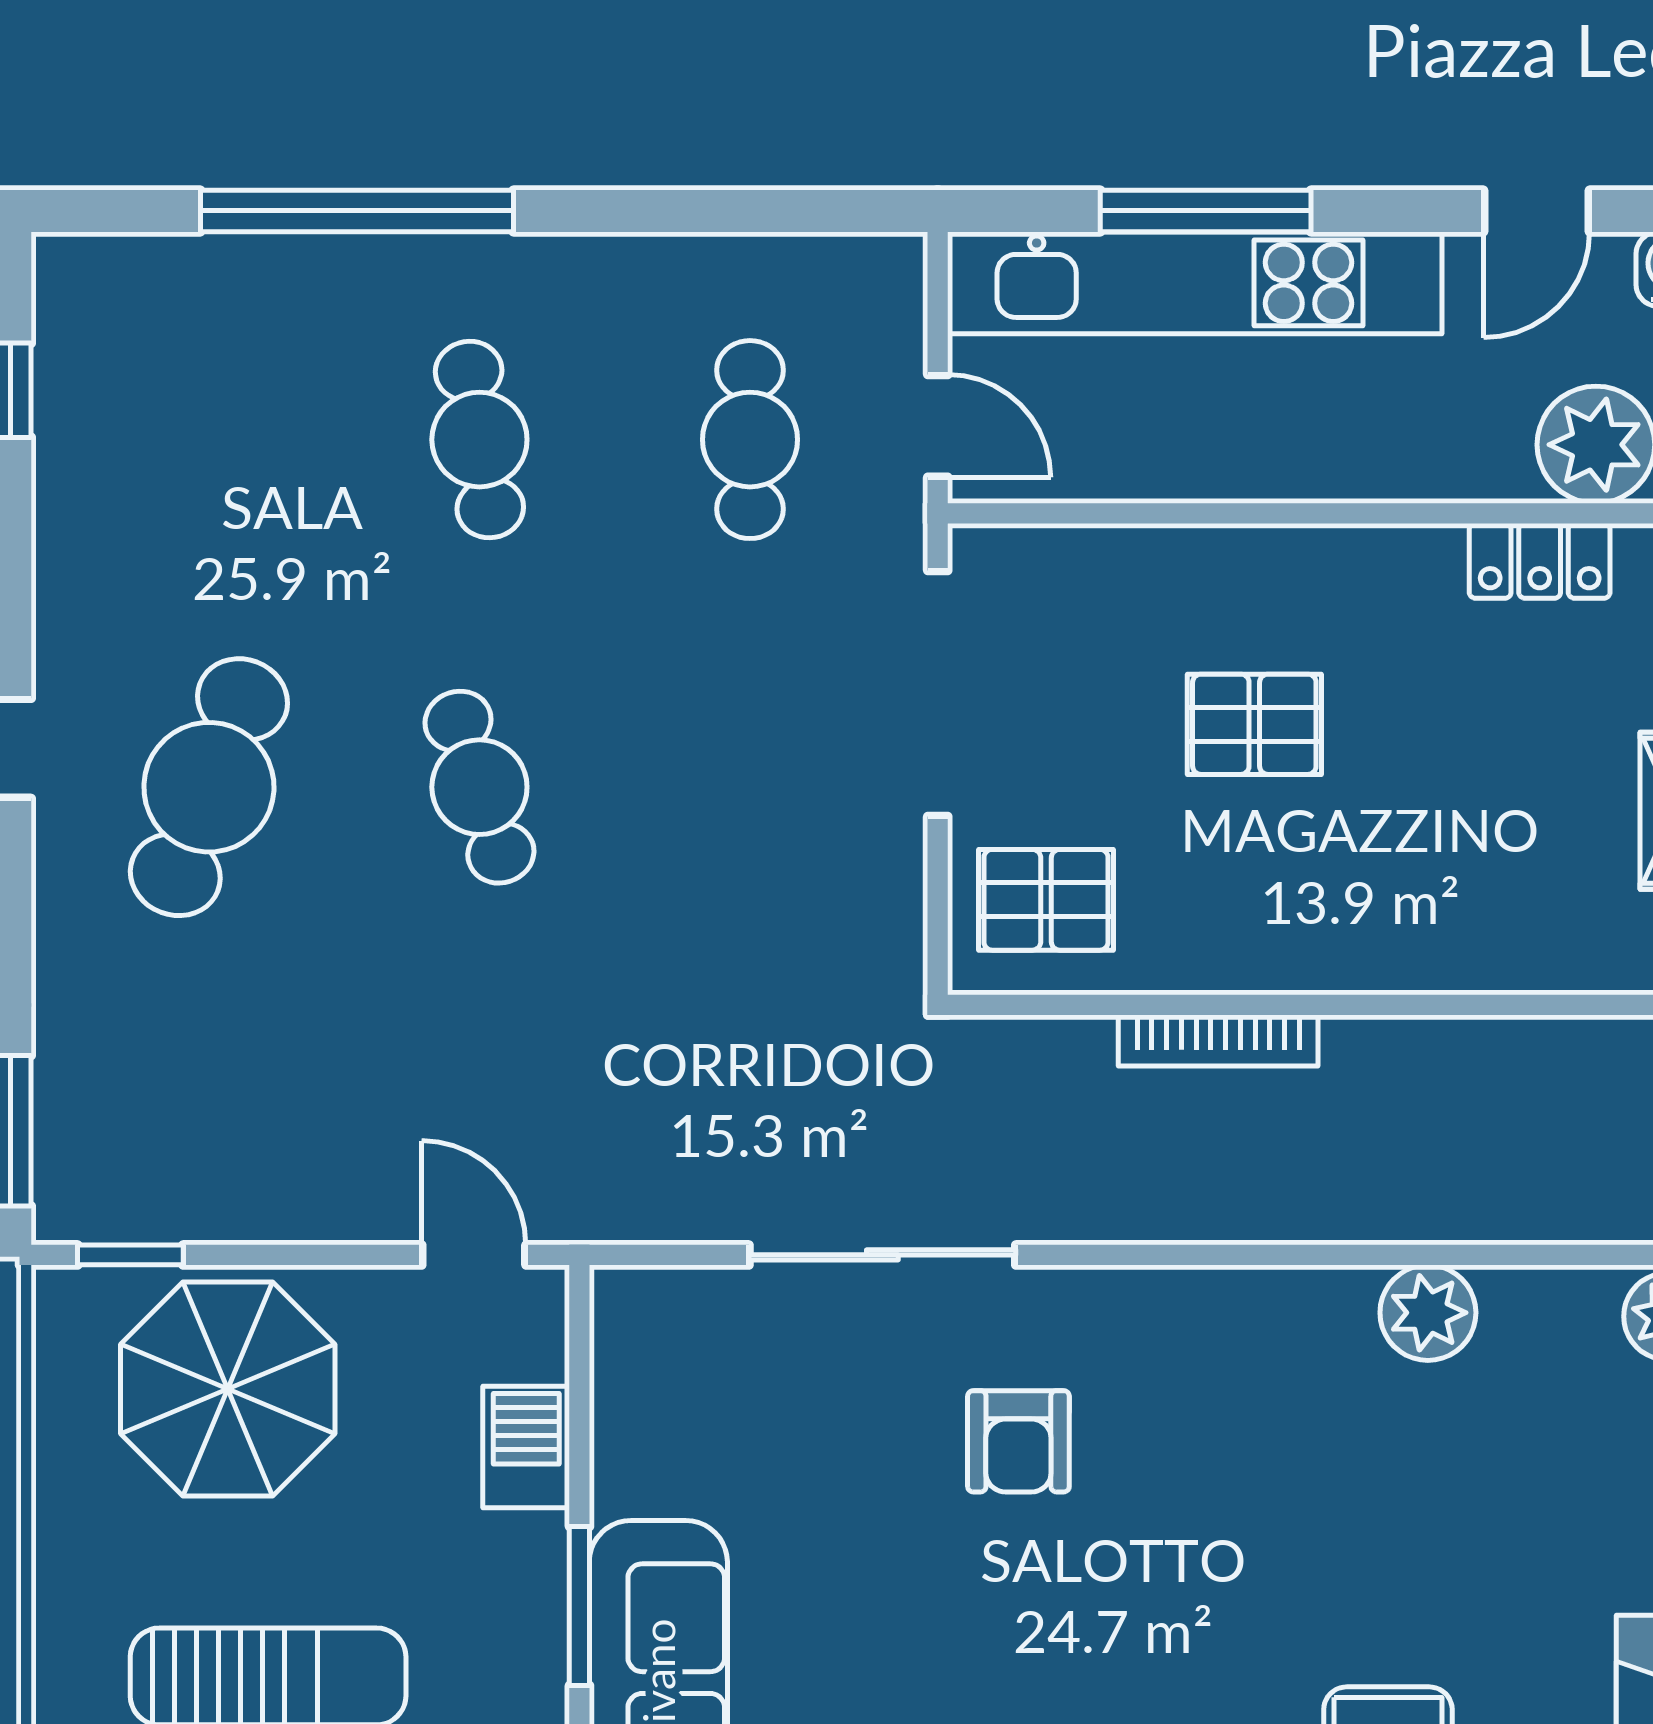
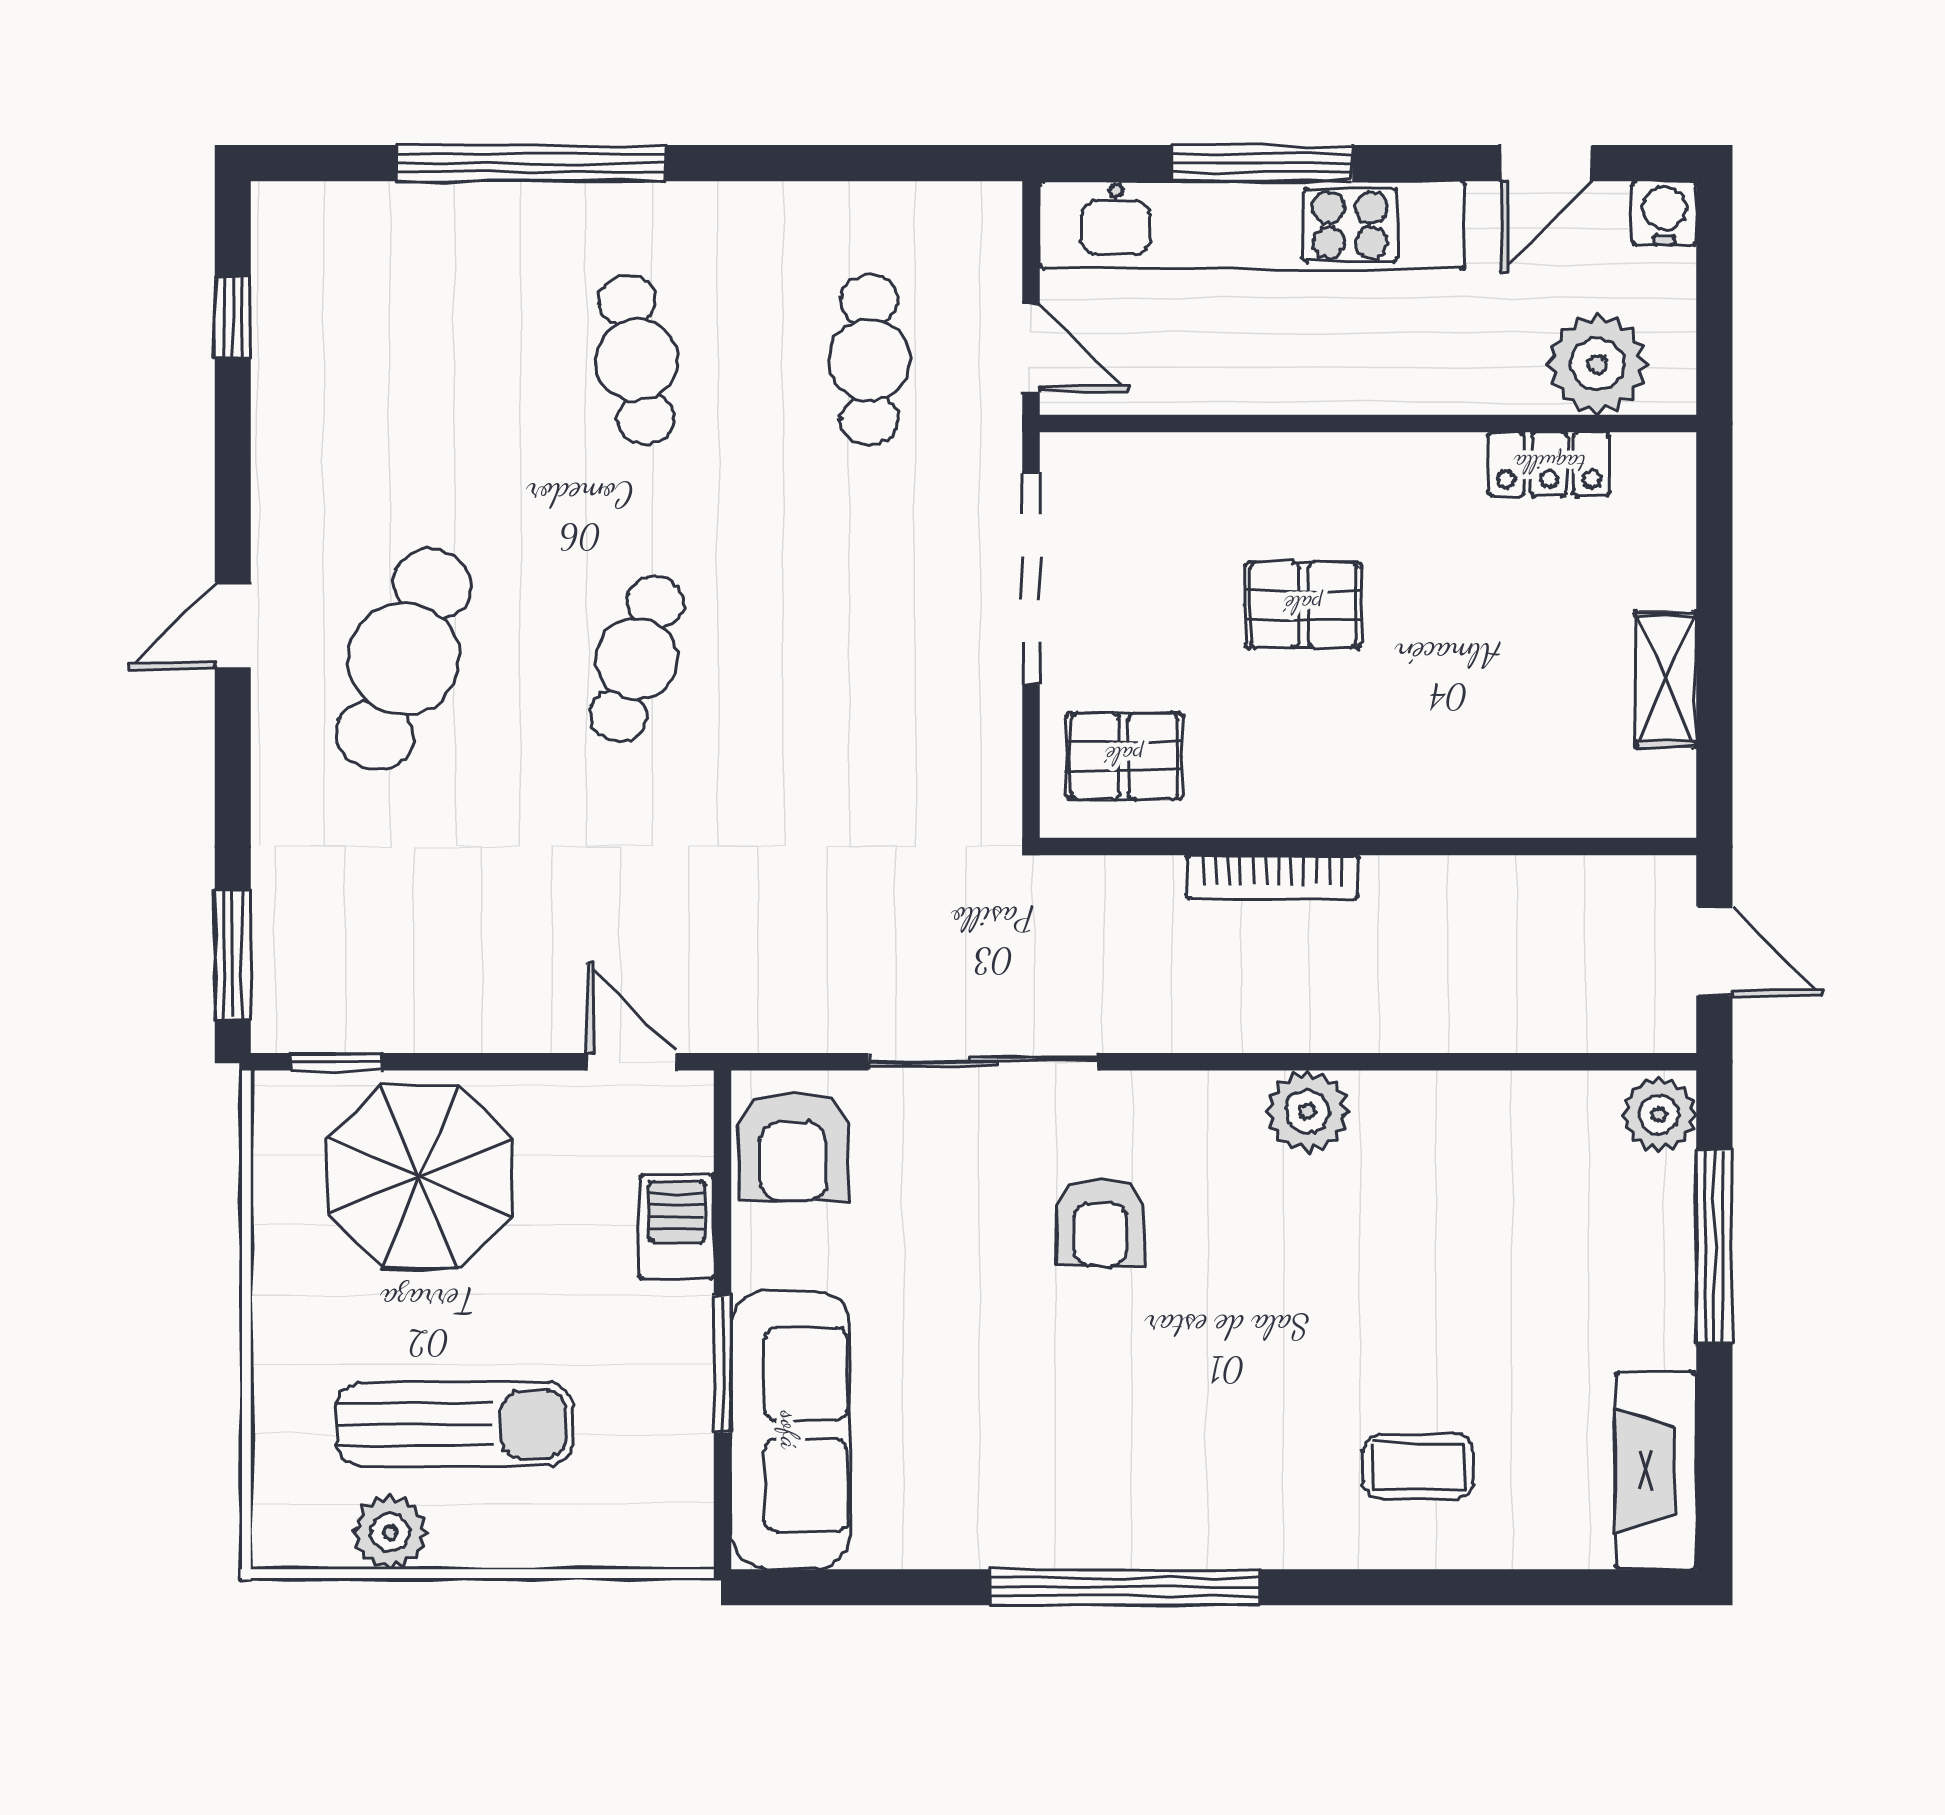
cafe table: (479, 787) -> (637, 659), turned 36
plant: (1428, 1313) -> (1308, 1111), moved
armchair: (661, 1353) -> (793, 1146), added

